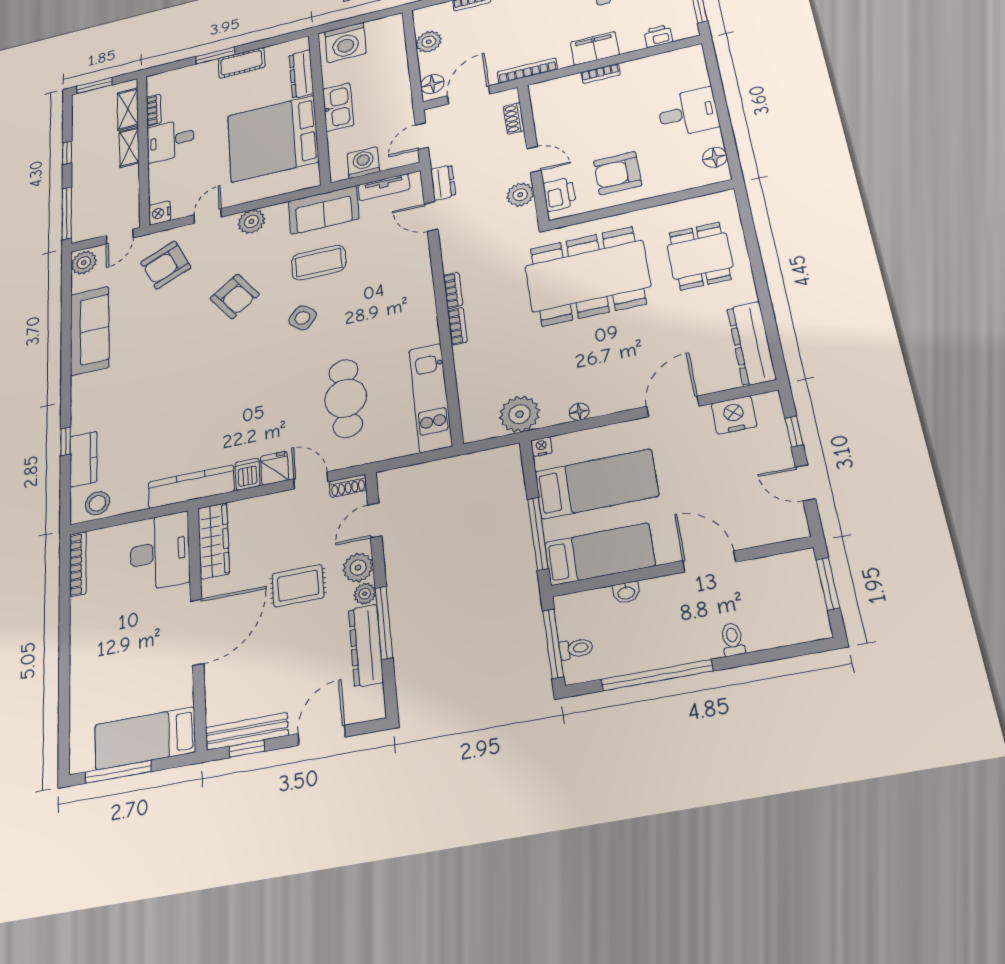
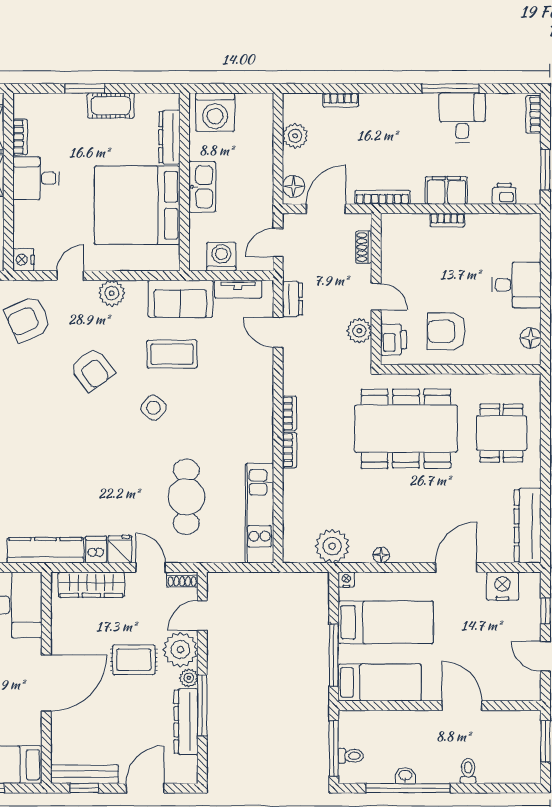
wardrobe: (214, 541) -> (91, 585), moved, turned 90
plant: (358, 568) -> (180, 649), width x1.36, depth x1.36
washbasin: (626, 592) -> (405, 776), moved, turned 180

